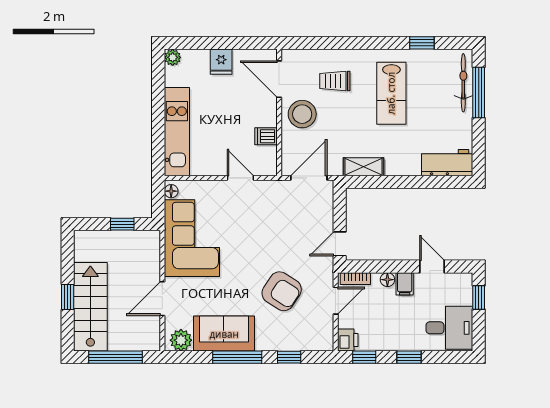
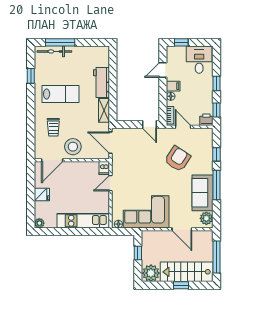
dishwasher: (266, 136) -> (104, 168), moved
workbench: (447, 163) -> (102, 82), moved
plant: (88, 246) -> (151, 273), added

